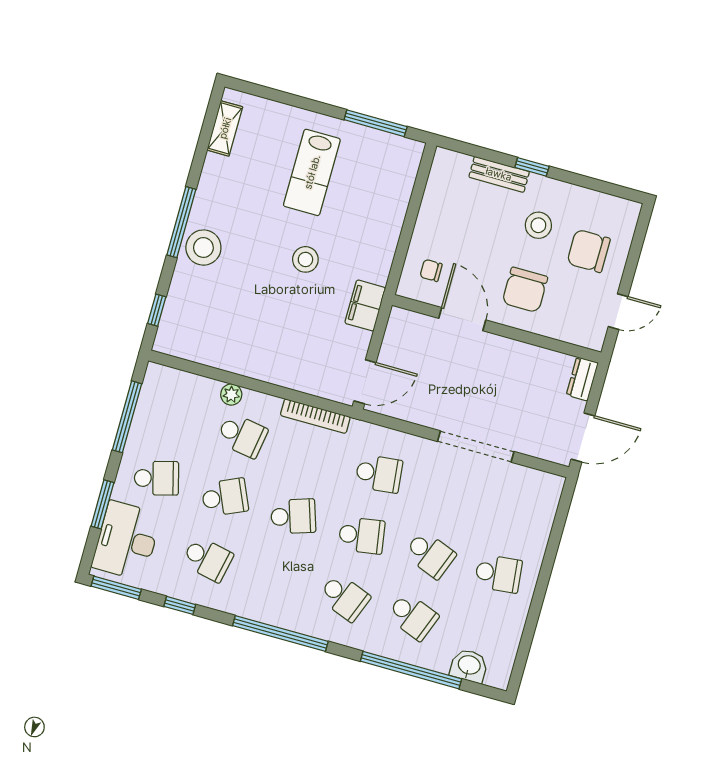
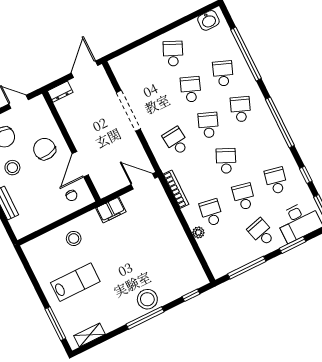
window: (376, 123) -> (55, 324), moved
stool: (305, 259) -> (74, 238), moved
chair: (525, 290) -> (44, 149), turned -100
door: (583, 438) -> (84, 69), hinge flipped
school desk: (225, 497) -> (244, 197), turned 36
school desk: (293, 516) -> (226, 161), turned 42
school desk: (362, 535) -> (208, 125), turned 30
school desk: (498, 574) -> (173, 54), turned 30
washbasin: (469, 666) -> (208, 20), moved, turned -90

